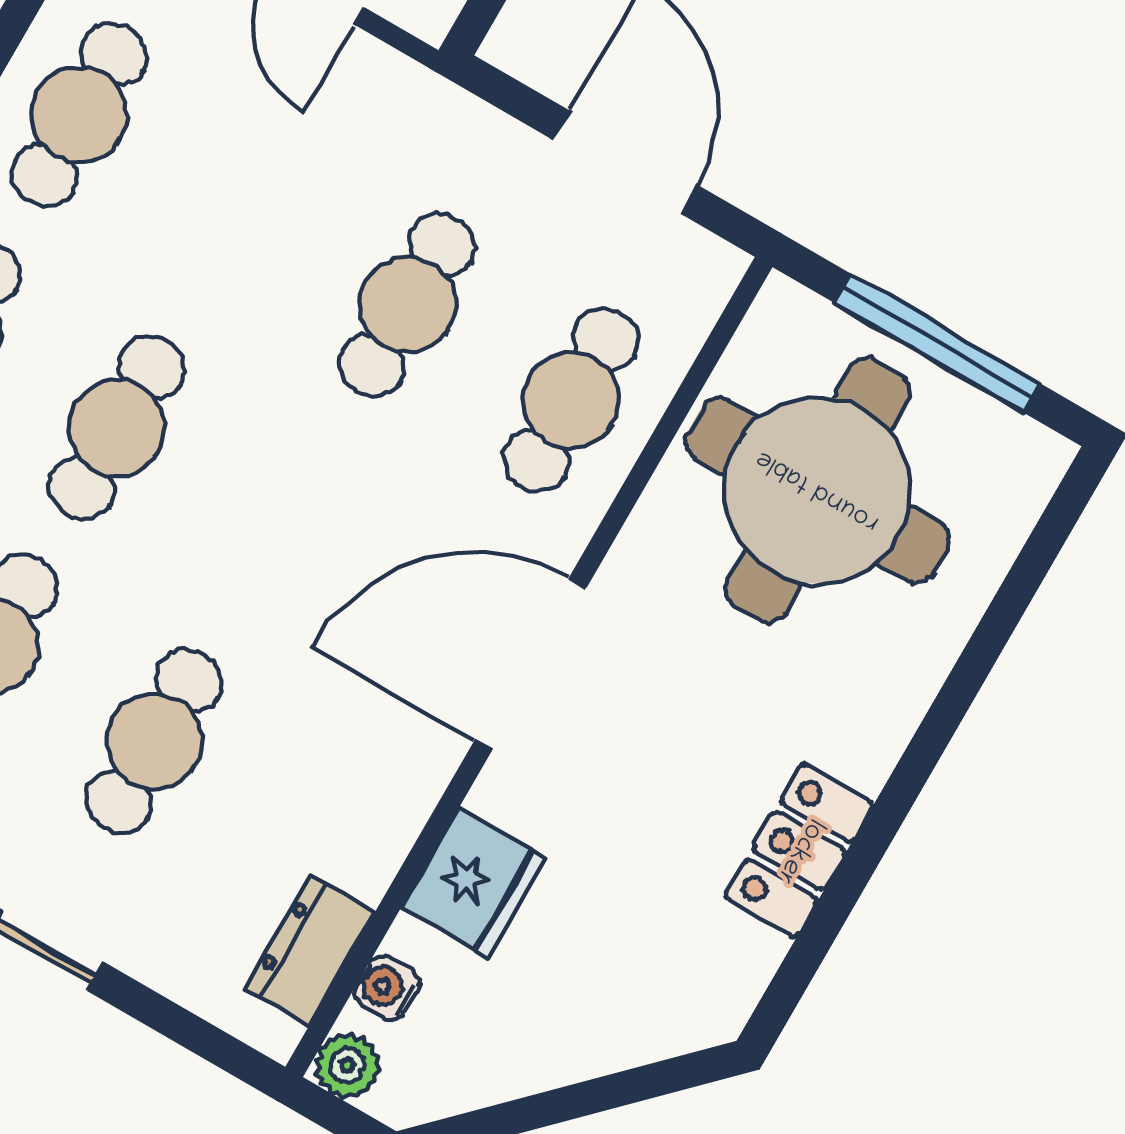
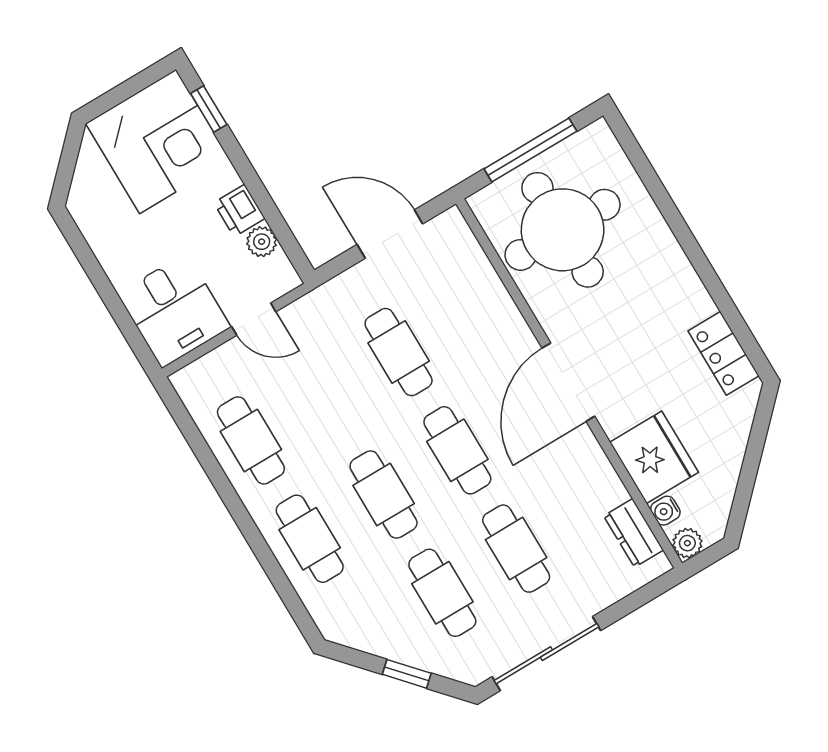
cafe table: (571, 400) -> (457, 450), moved
locker: (799, 851) -> (723, 353), moved
fridge: (473, 883) -> (654, 457), width x1.36, depth x1.34

